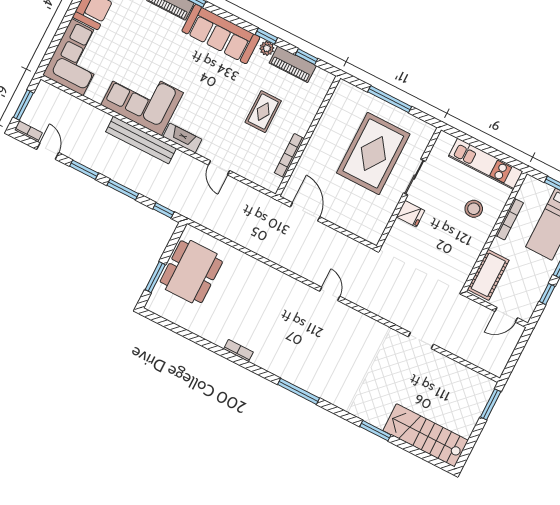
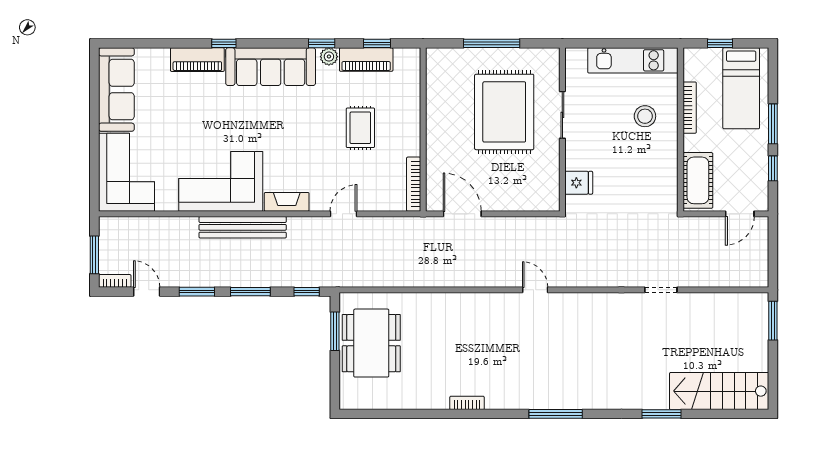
bookcase: (289, 156) -> (414, 184), moved
door: (219, 168) -> (344, 214), swing flipped
fridge: (411, 214) -> (579, 183), moved
window: (155, 277) -> (335, 331), moved

